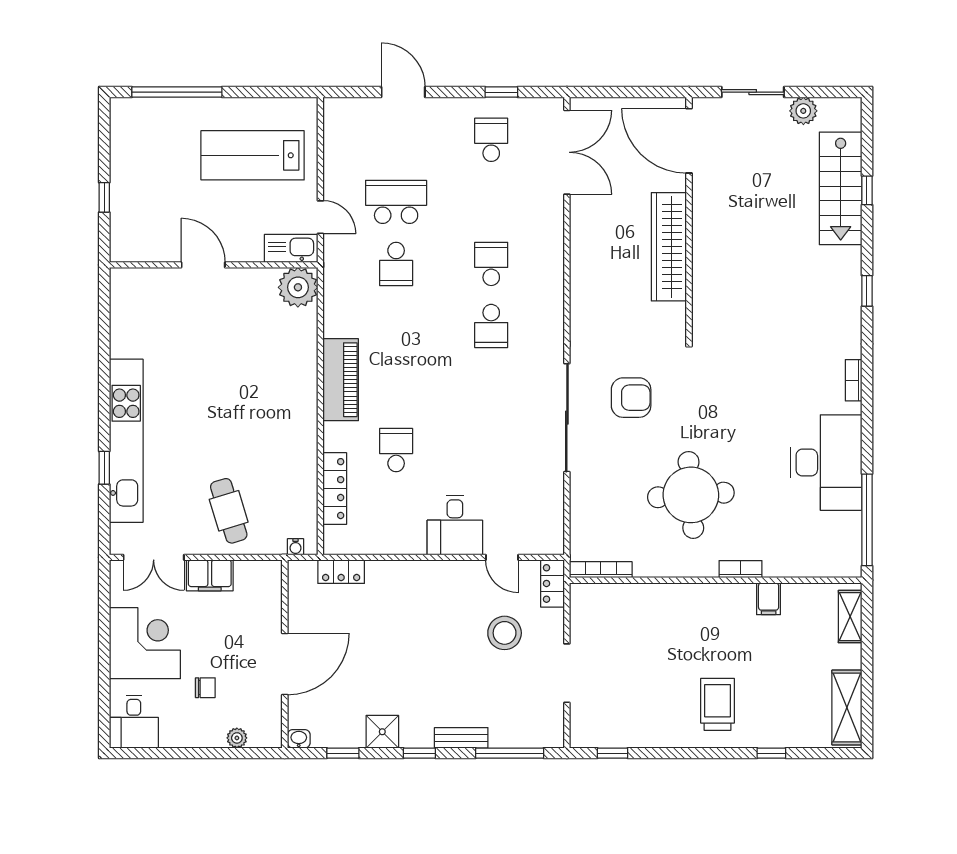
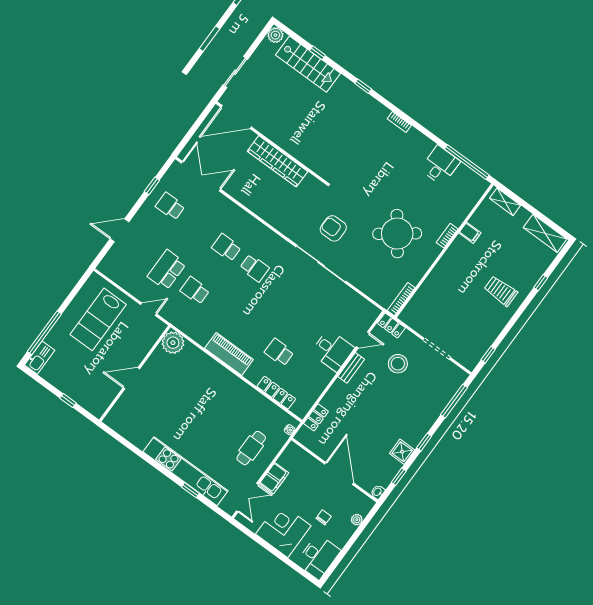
plant: (803, 111) -> (275, 35), moved
kitchen sink: (291, 248) -> (40, 358), moved, turned 180
school desk: (396, 264) -> (195, 290), turned 180
armchair: (631, 398) -> (333, 228), turned -90
desk: (826, 463) -> (440, 165), width x0.53, depth x0.77
round table: (691, 495) -> (397, 234), turned -33
cafe table: (229, 511) -> (251, 448), turned -73
desk: (134, 722) -> (318, 557), width x1.37
bench: (461, 738) -> (351, 368), moved

